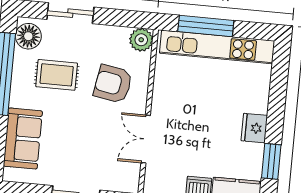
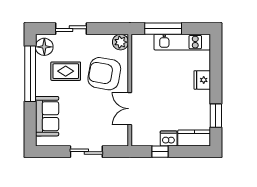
kitchen unit: (217, 47) -> (182, 42), width x0.73
armchair: (113, 84) -> (104, 74), width x1.36, depth x1.36
fridge: (254, 128) -> (202, 80), moved

